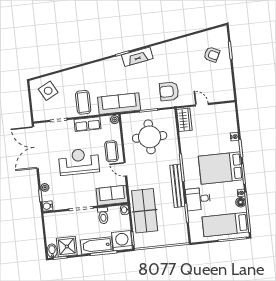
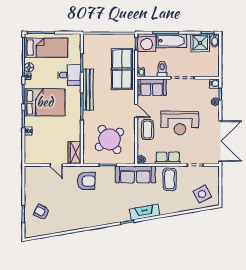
fireplace: (137, 57) -> (144, 212), moved
round table: (150, 137) -> (110, 139), turned -36

